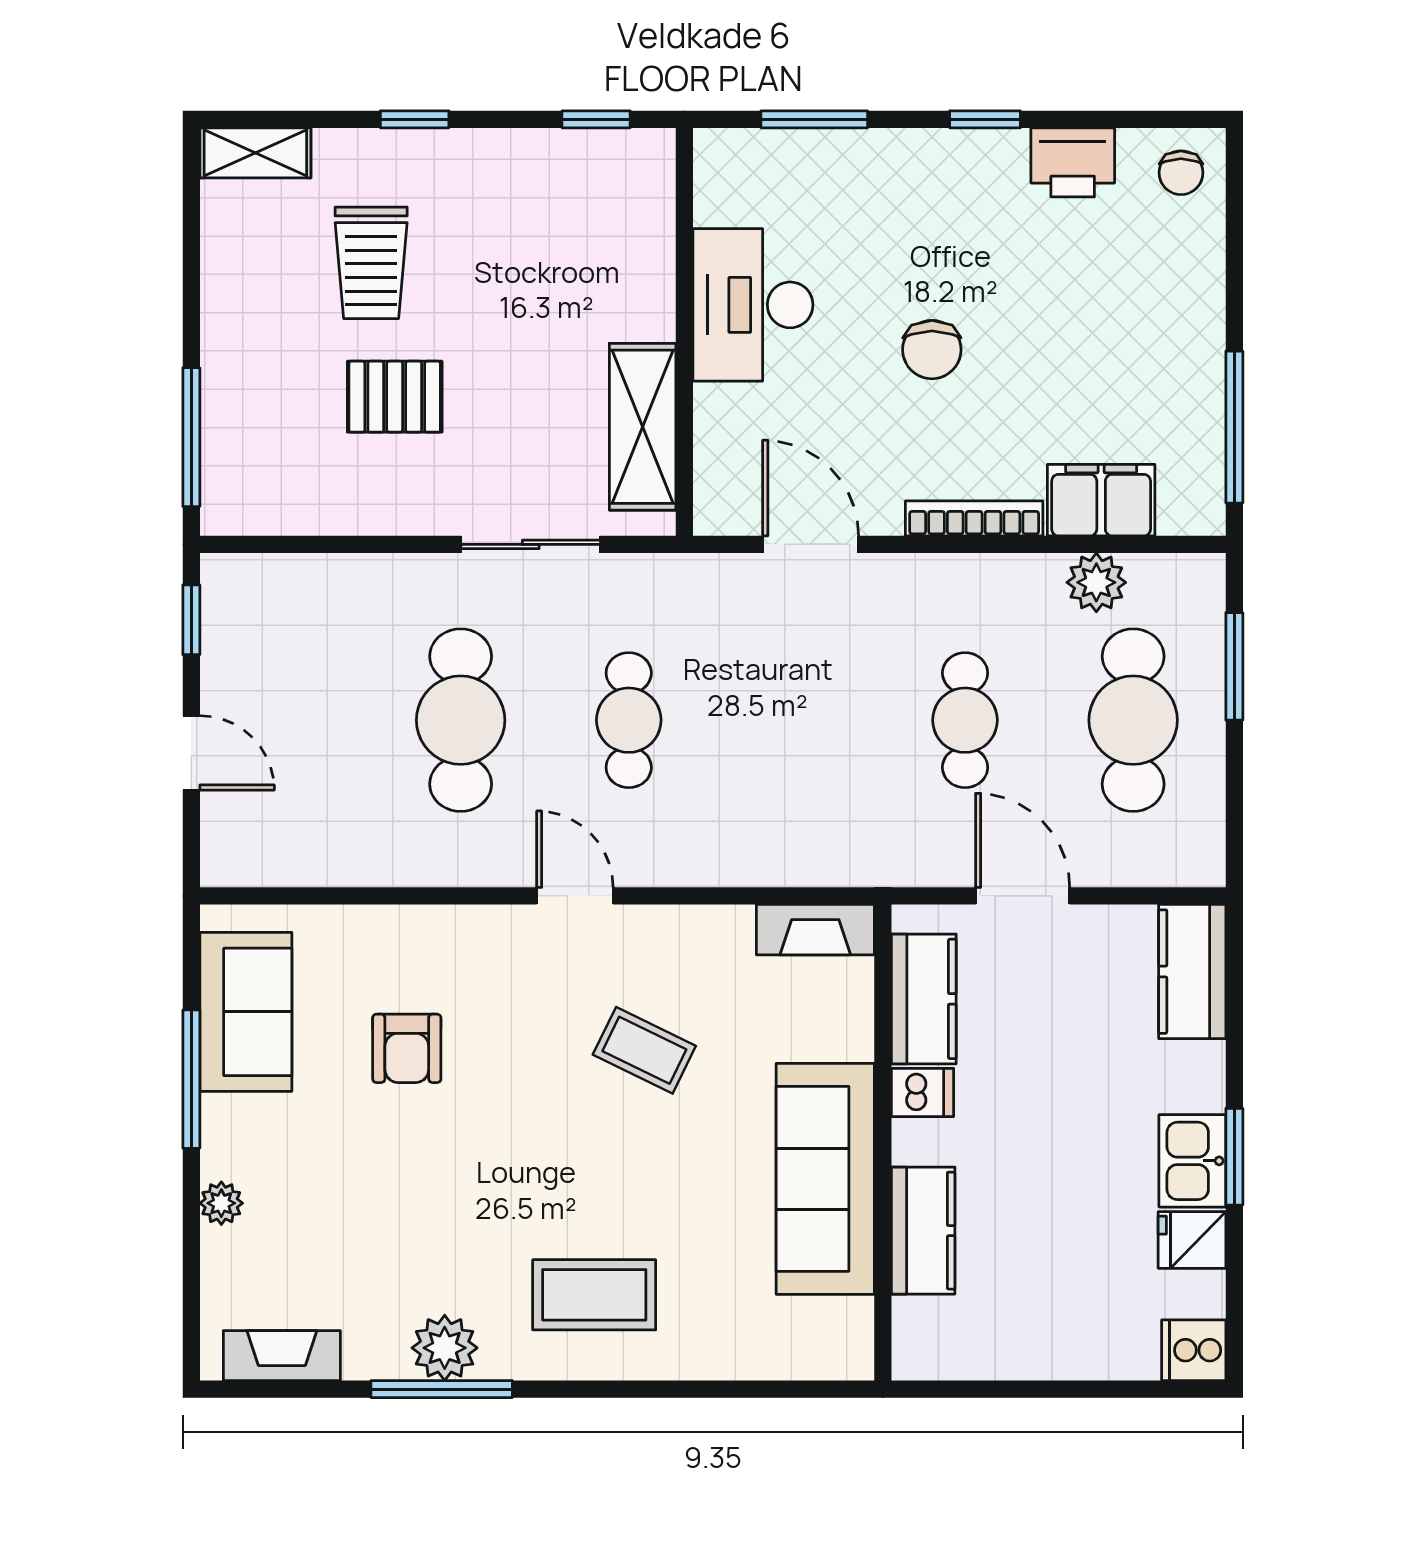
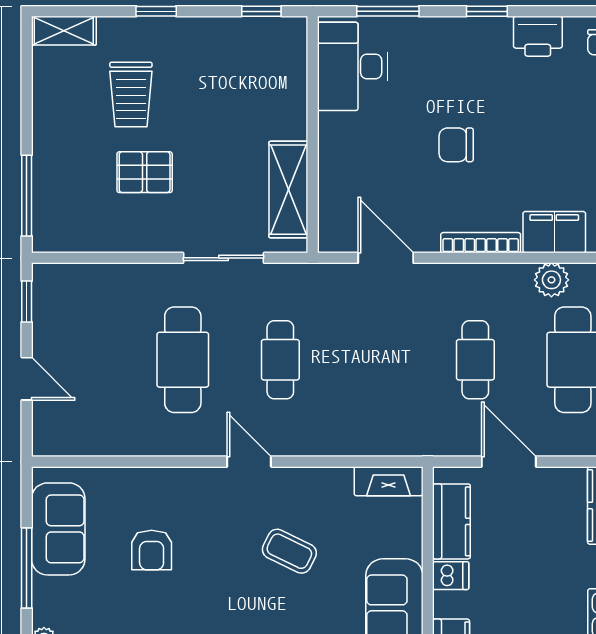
desk: (753, 305) -> (352, 66), moved
chair: (932, 350) -> (456, 145), turned 90

